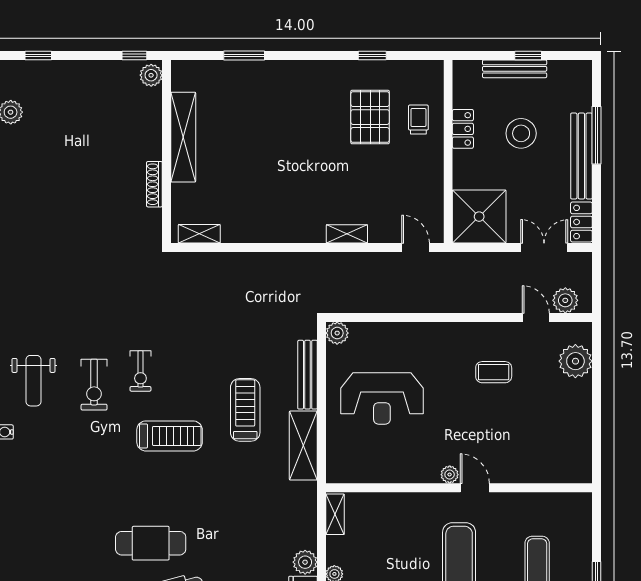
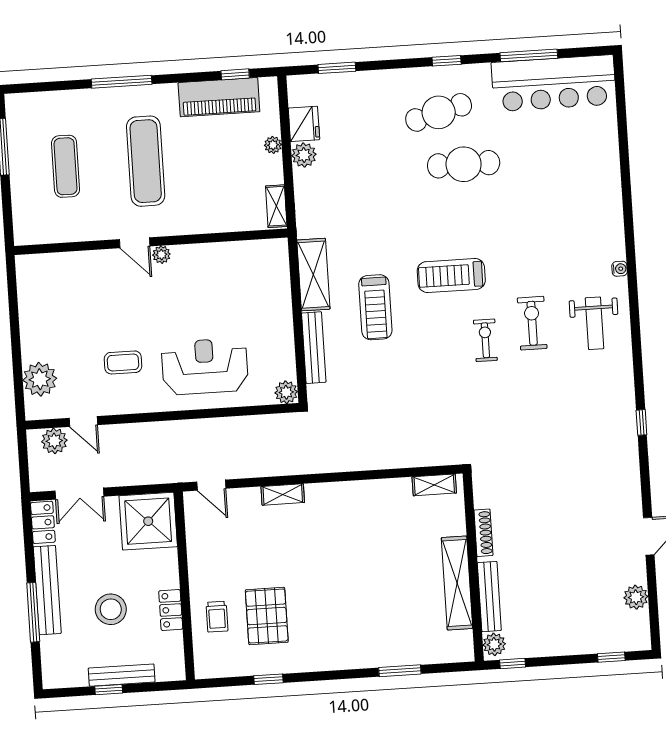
bench: (153, 122) -> (489, 597), added
weight bench: (34, 381) -> (595, 323), turned 180
reception desk: (382, 398) -> (205, 366), moved

